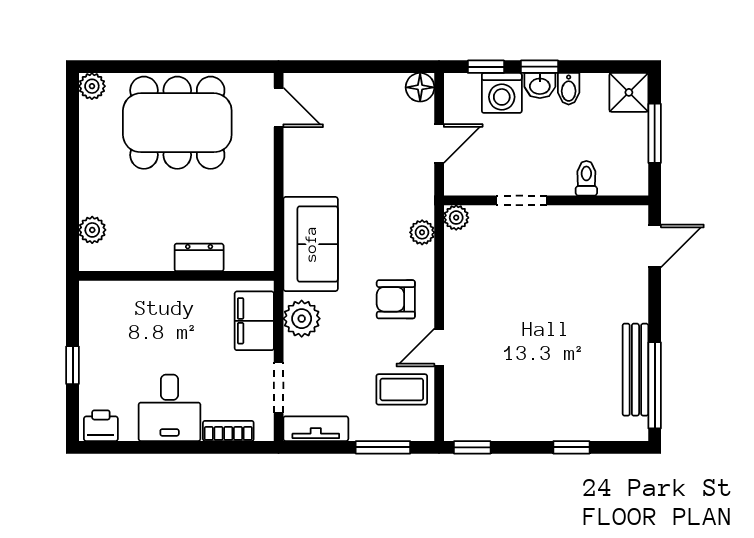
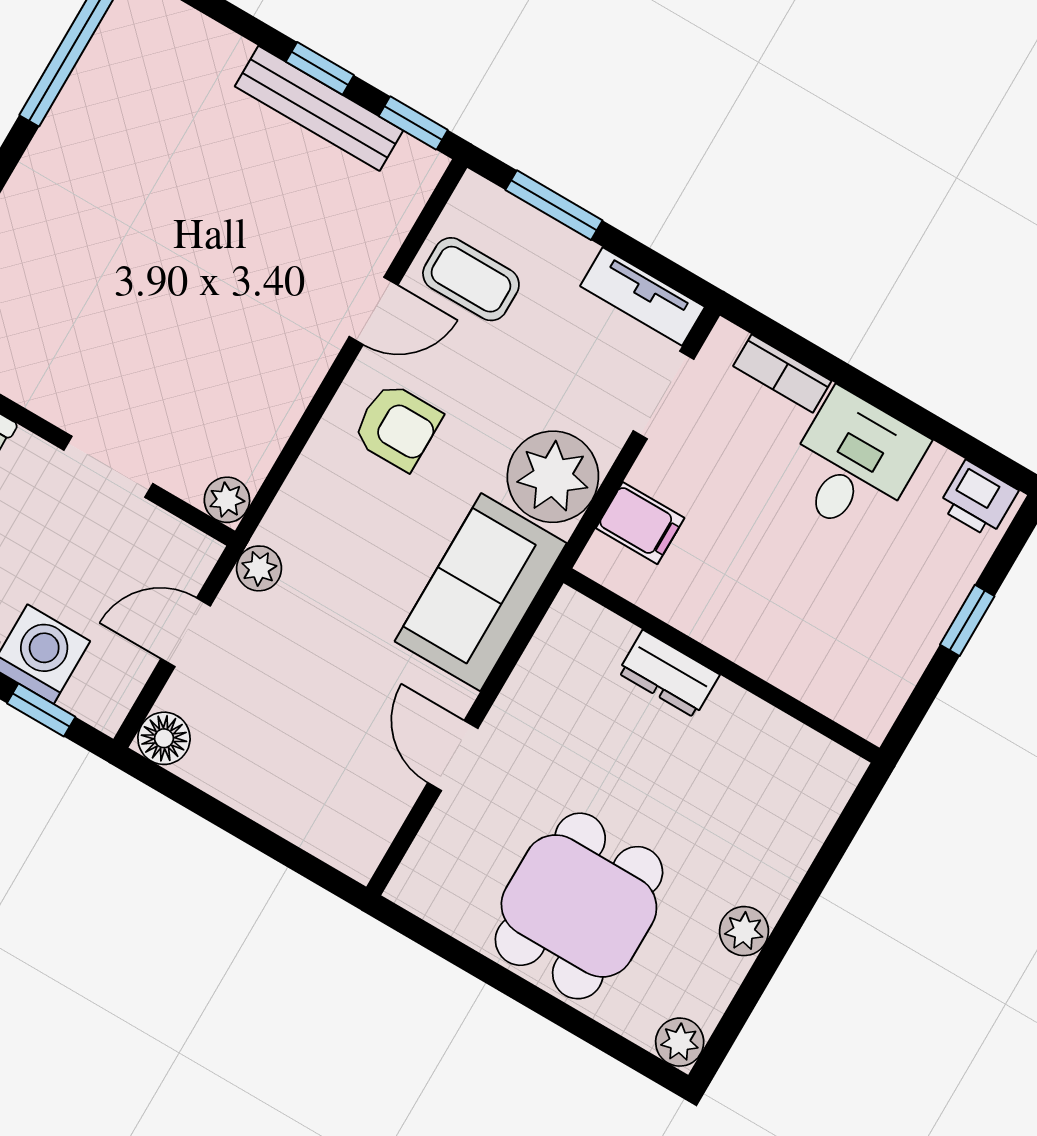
door: (279, 107) -> (453, 756), moved
dining table: (177, 123) -> (579, 906), width x0.73
plant: (92, 230) -> (744, 931), moved
plant: (422, 232) -> (259, 568), moved
plant: (302, 319) -> (553, 477), width x1.36, depth x1.36
filing cabinet: (254, 321) -> (640, 523), width x0.50
bench: (635, 370) -> (319, 108), moved, turned 90
window: (571, 447) -> (320, 68), moved

